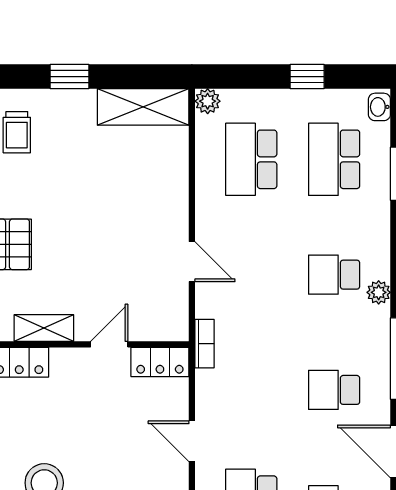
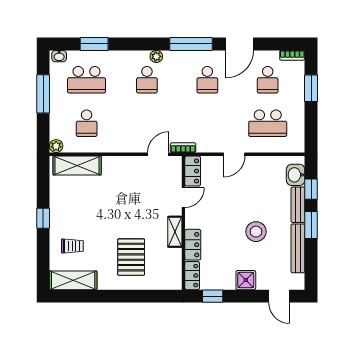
window: (307, 77) -> (43, 94), width x2.17
shelving: (143, 107) -> (77, 165), moved, turned 90
school desk: (251, 159) -> (87, 123), width x0.54
door: (192, 262) -> (158, 154), moved
door: (109, 344) -> (183, 198), swing flipped

